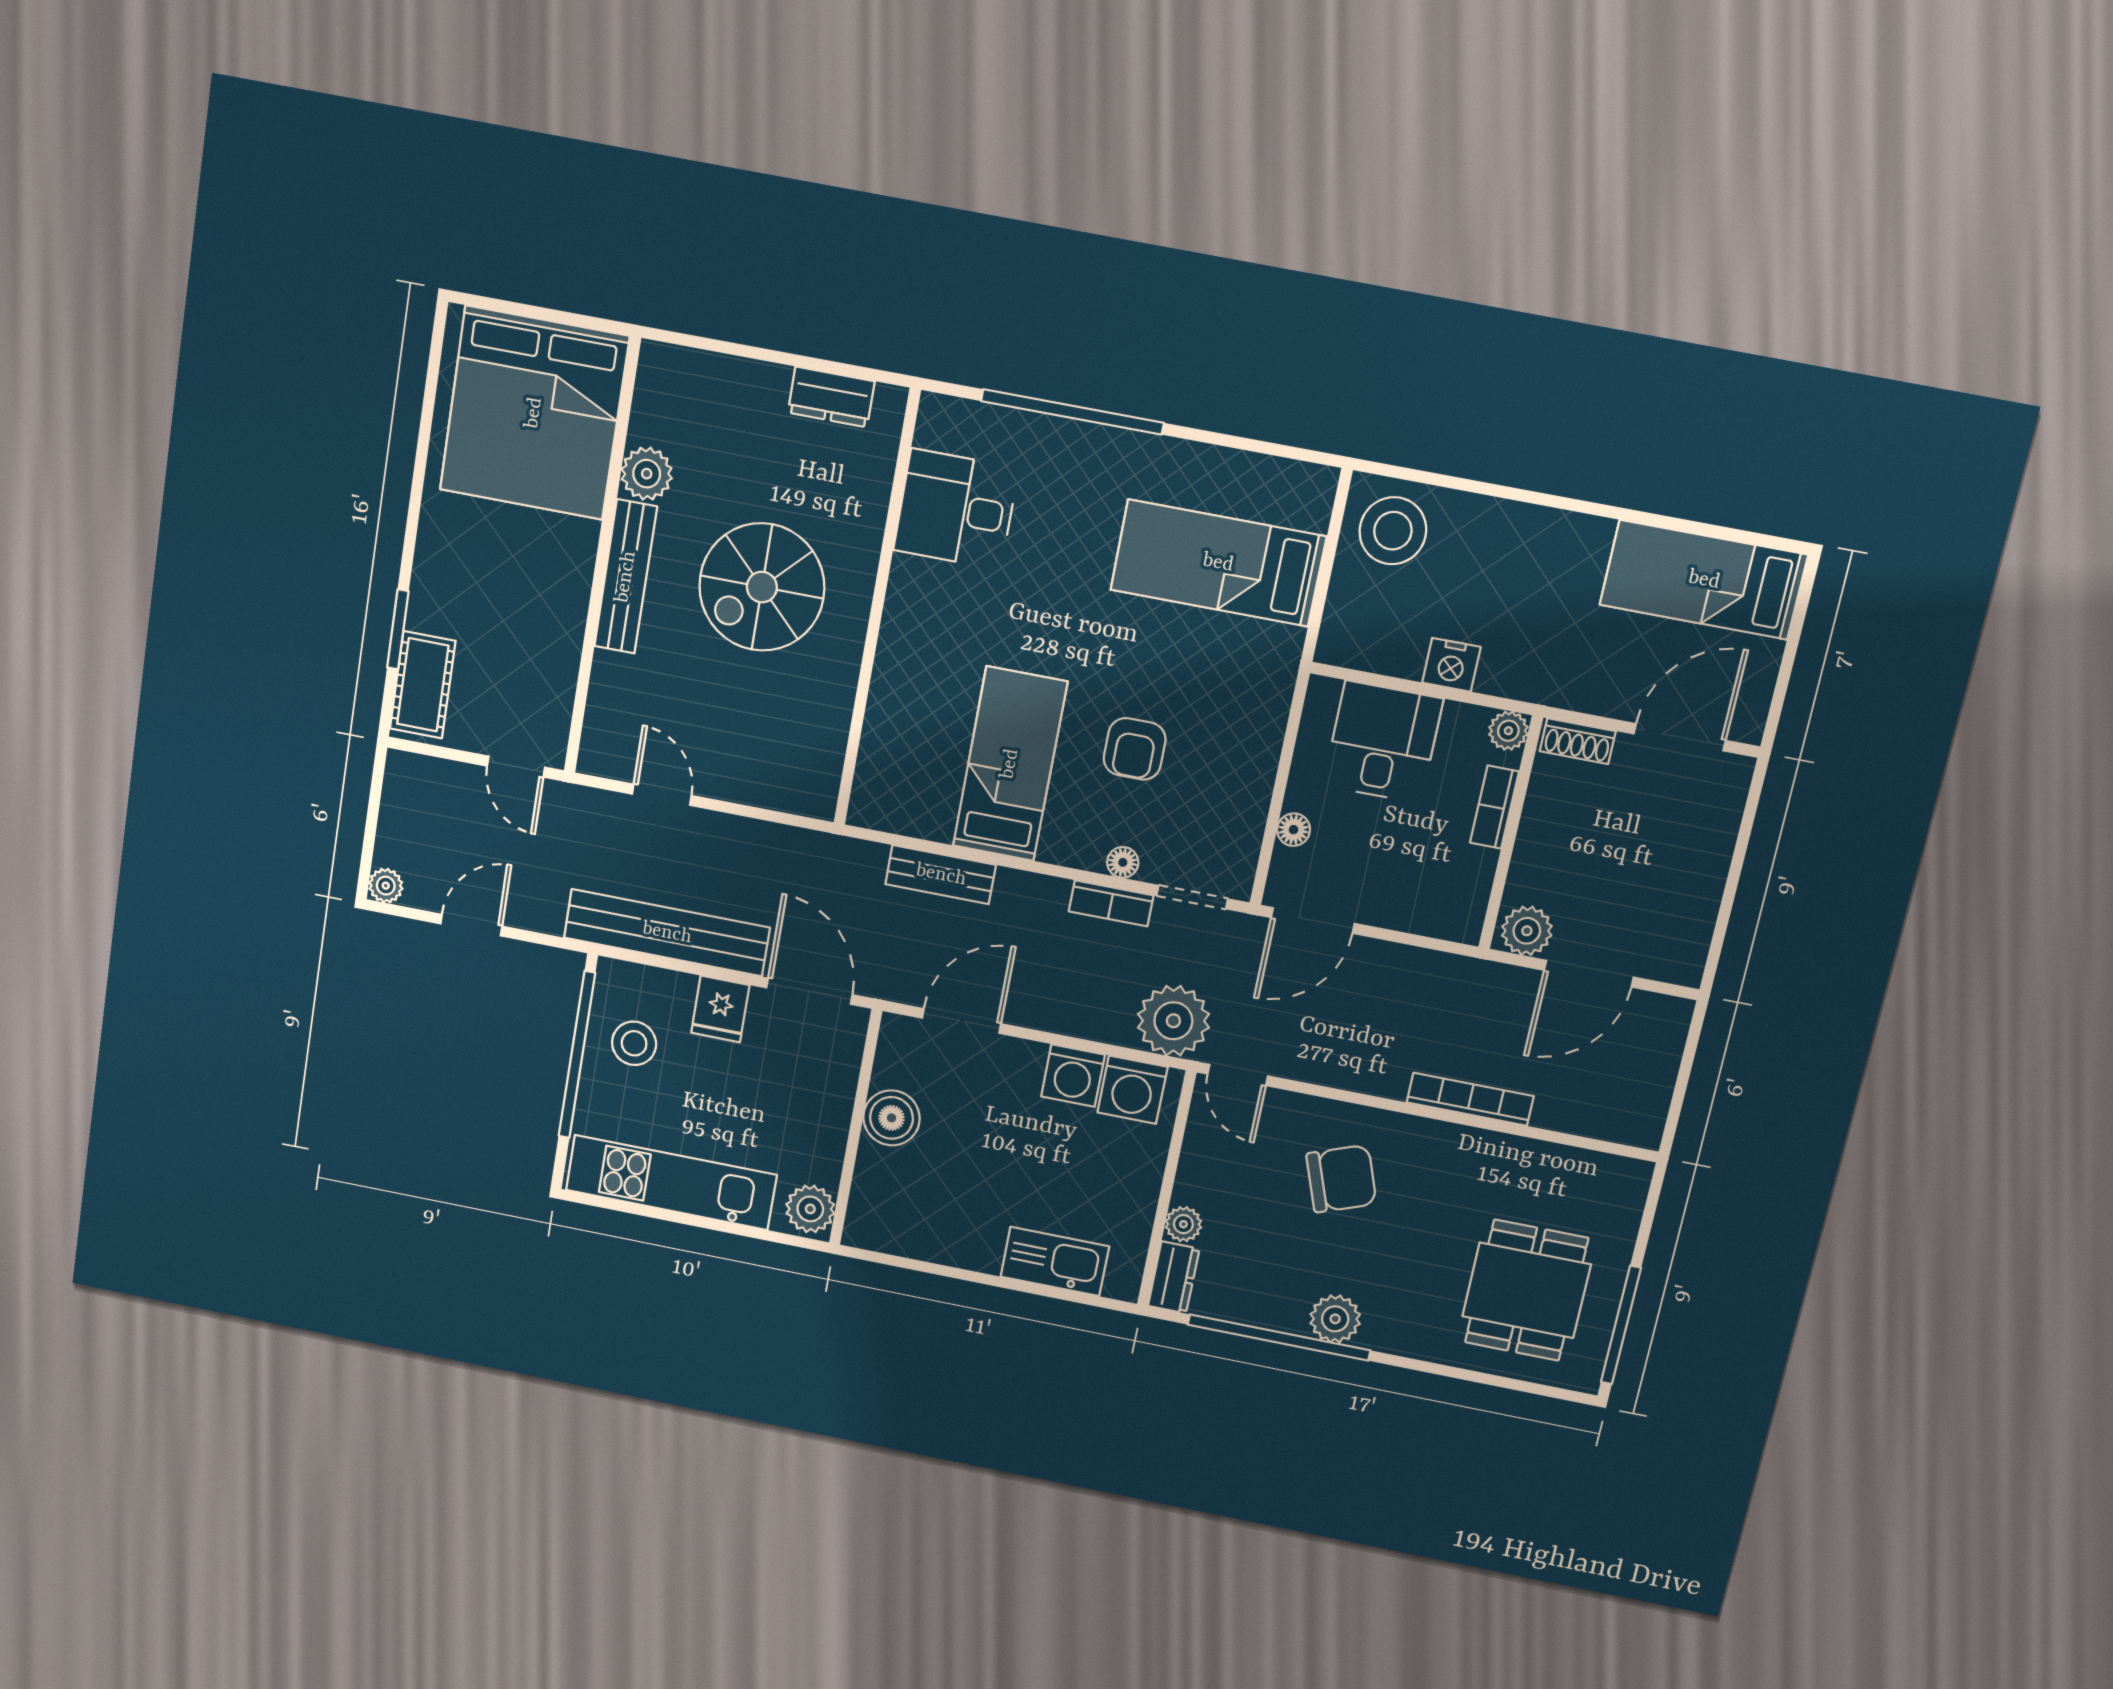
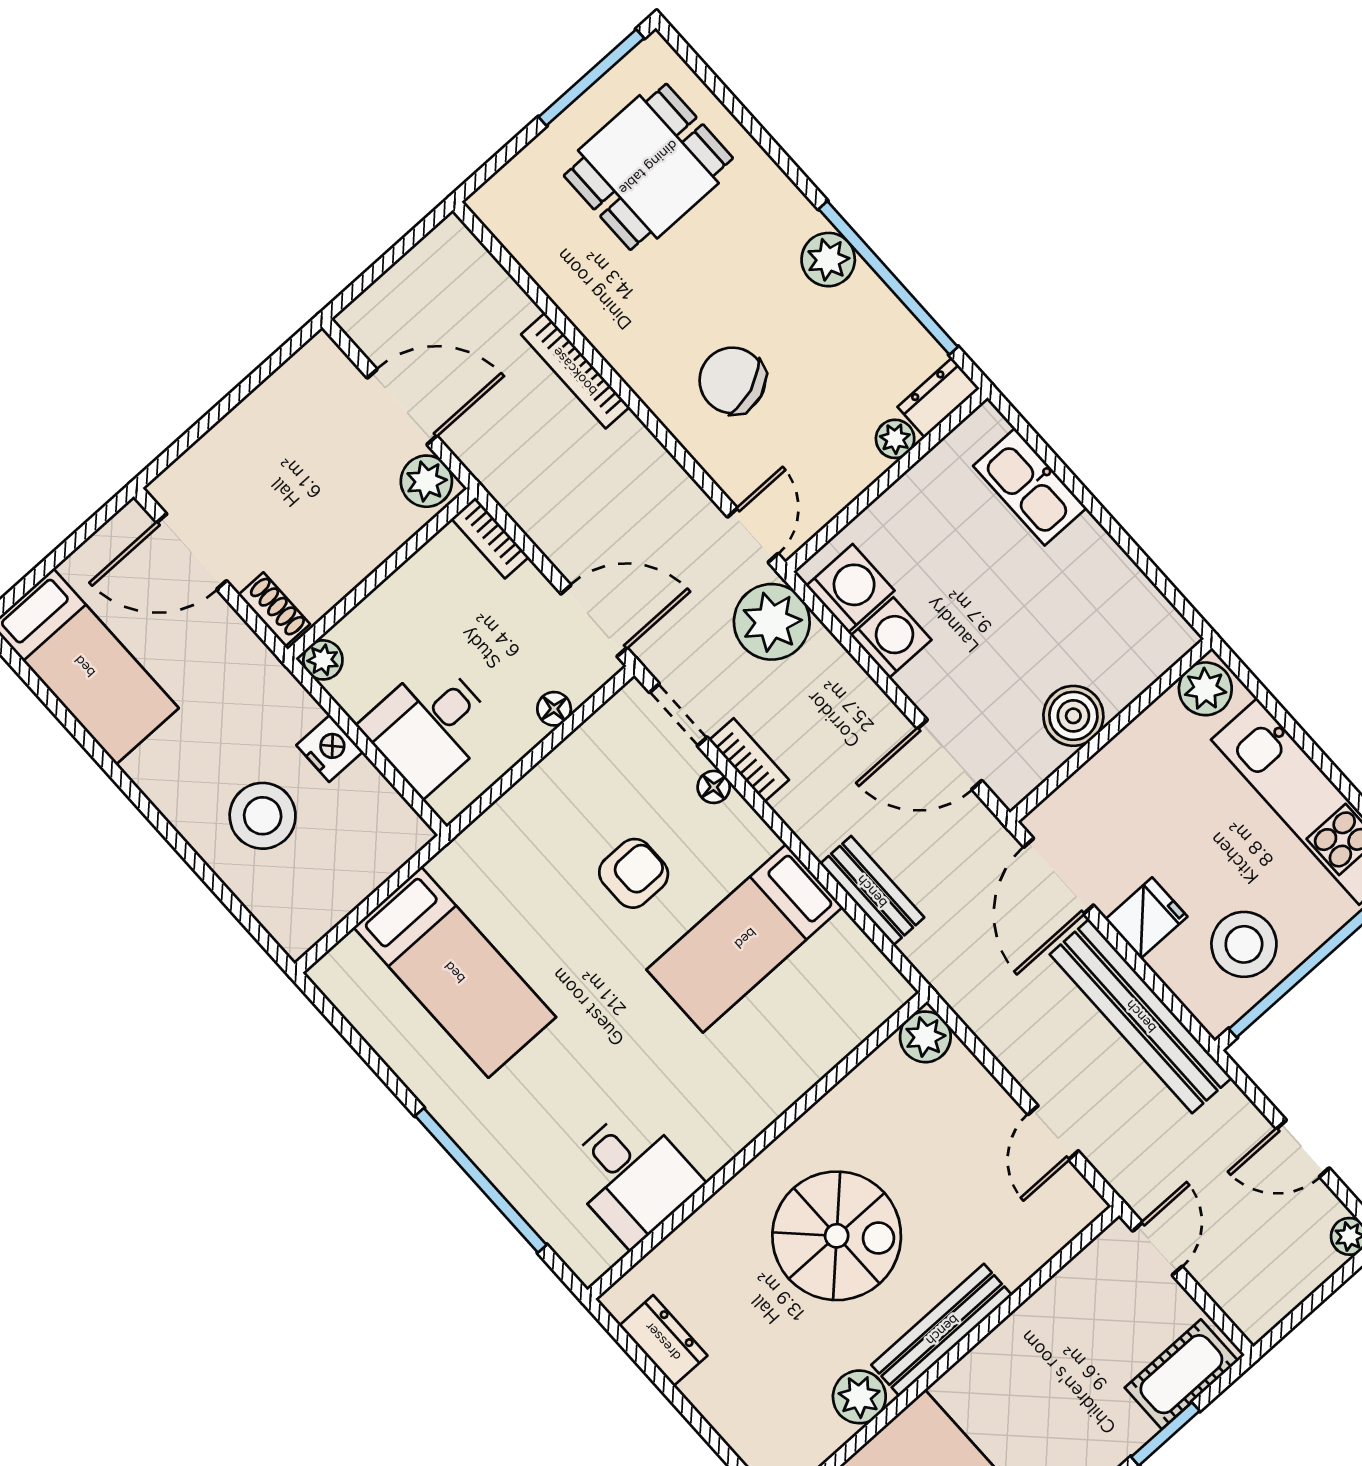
stool: (1393, 531) -> (263, 816), moved
plant: (814, 794) -> (925, 1037), added
bookcase: (1494, 807) -> (490, 538), moved, turned 90
stool: (634, 1043) -> (1244, 944), width x1.38, depth x1.38

